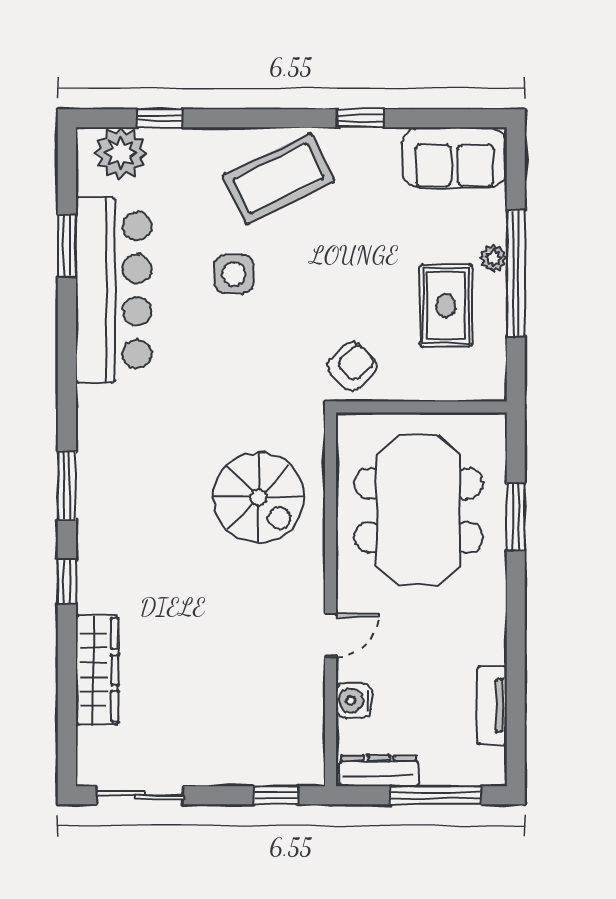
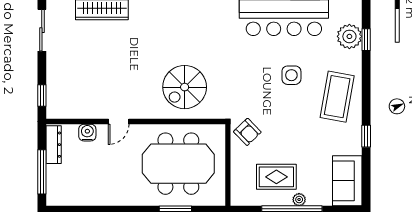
plant: (121, 153) -> (349, 36), moved
coffee table: (279, 179) -> (337, 97), turned 36
door: (331, 635) -> (119, 122), hinge flipped
tv unit: (492, 705) -> (85, 199), removed

